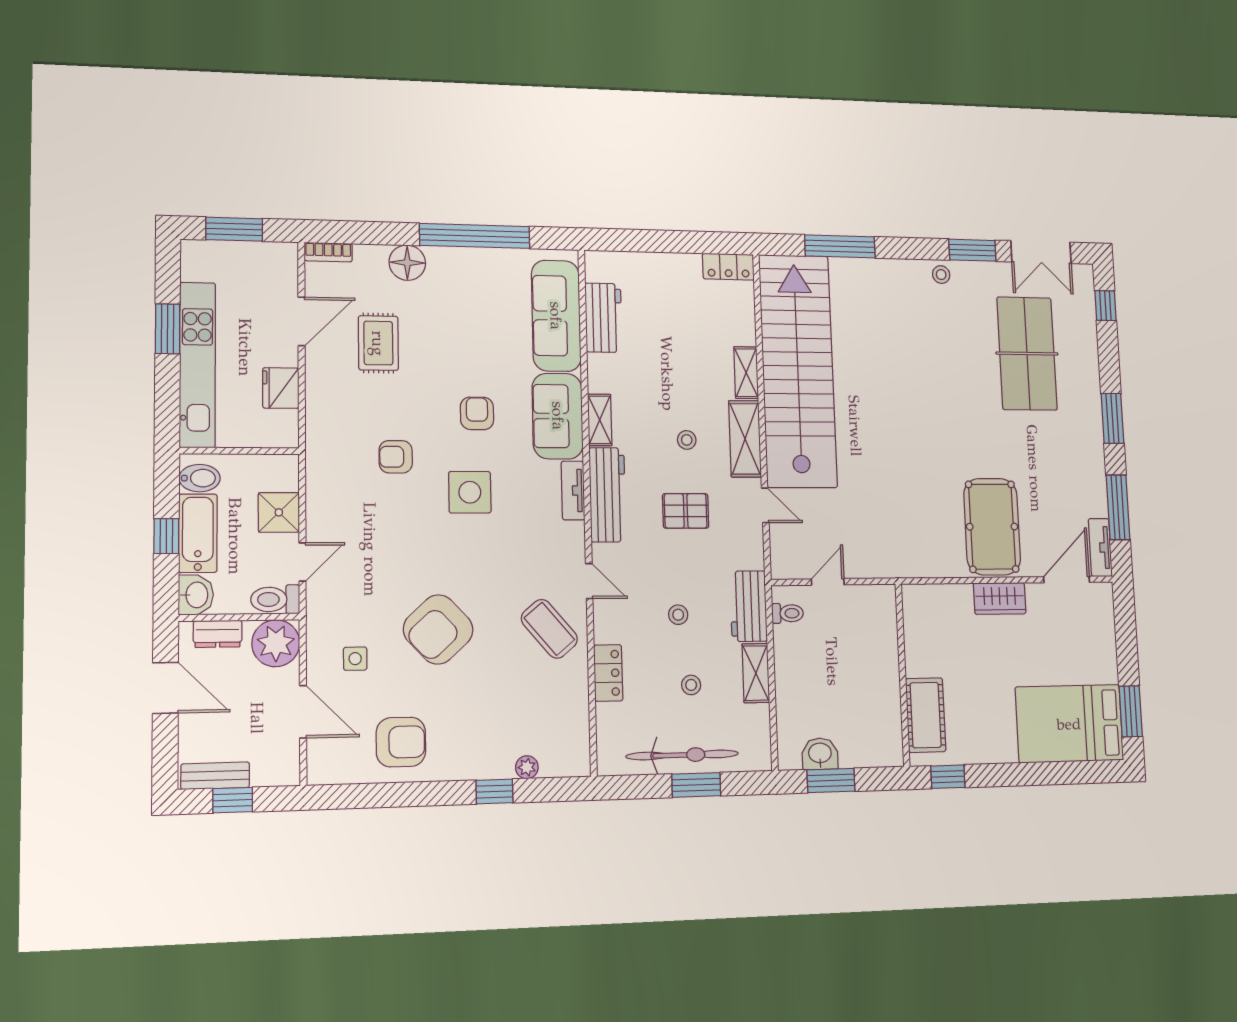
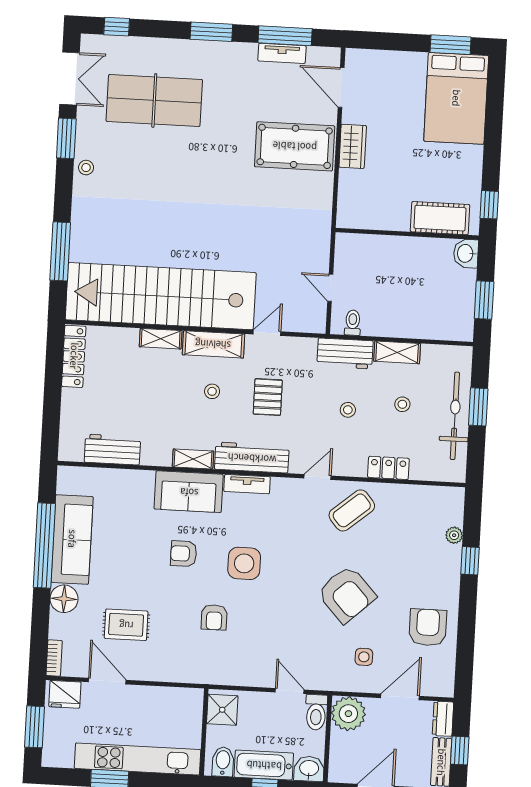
locker: (728, 267) -> (74, 356), width x1.53
sofa: (556, 316) -> (72, 539), moved, turned -90
fridge: (281, 388) -> (65, 694), moved
shower: (279, 512) -> (222, 710), moved
tv unit: (1100, 548) -> (282, 53), moved
dresser: (218, 634) -> (443, 719), moved, turned 180
washbasin: (820, 754) -> (466, 253), moved

